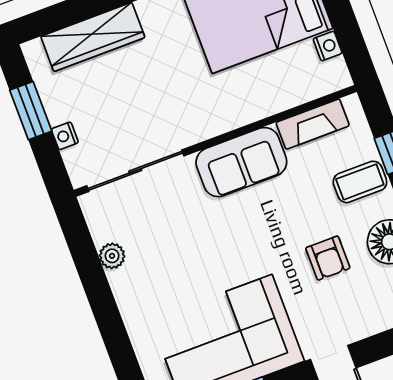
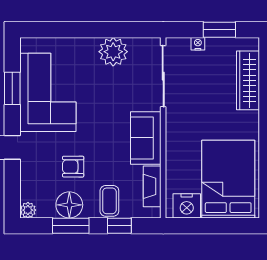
nightstand: (328, 46) -> (187, 206), width x1.89, depth x1.79
plant: (112, 256) -> (113, 52), width x1.87, depth x1.87

